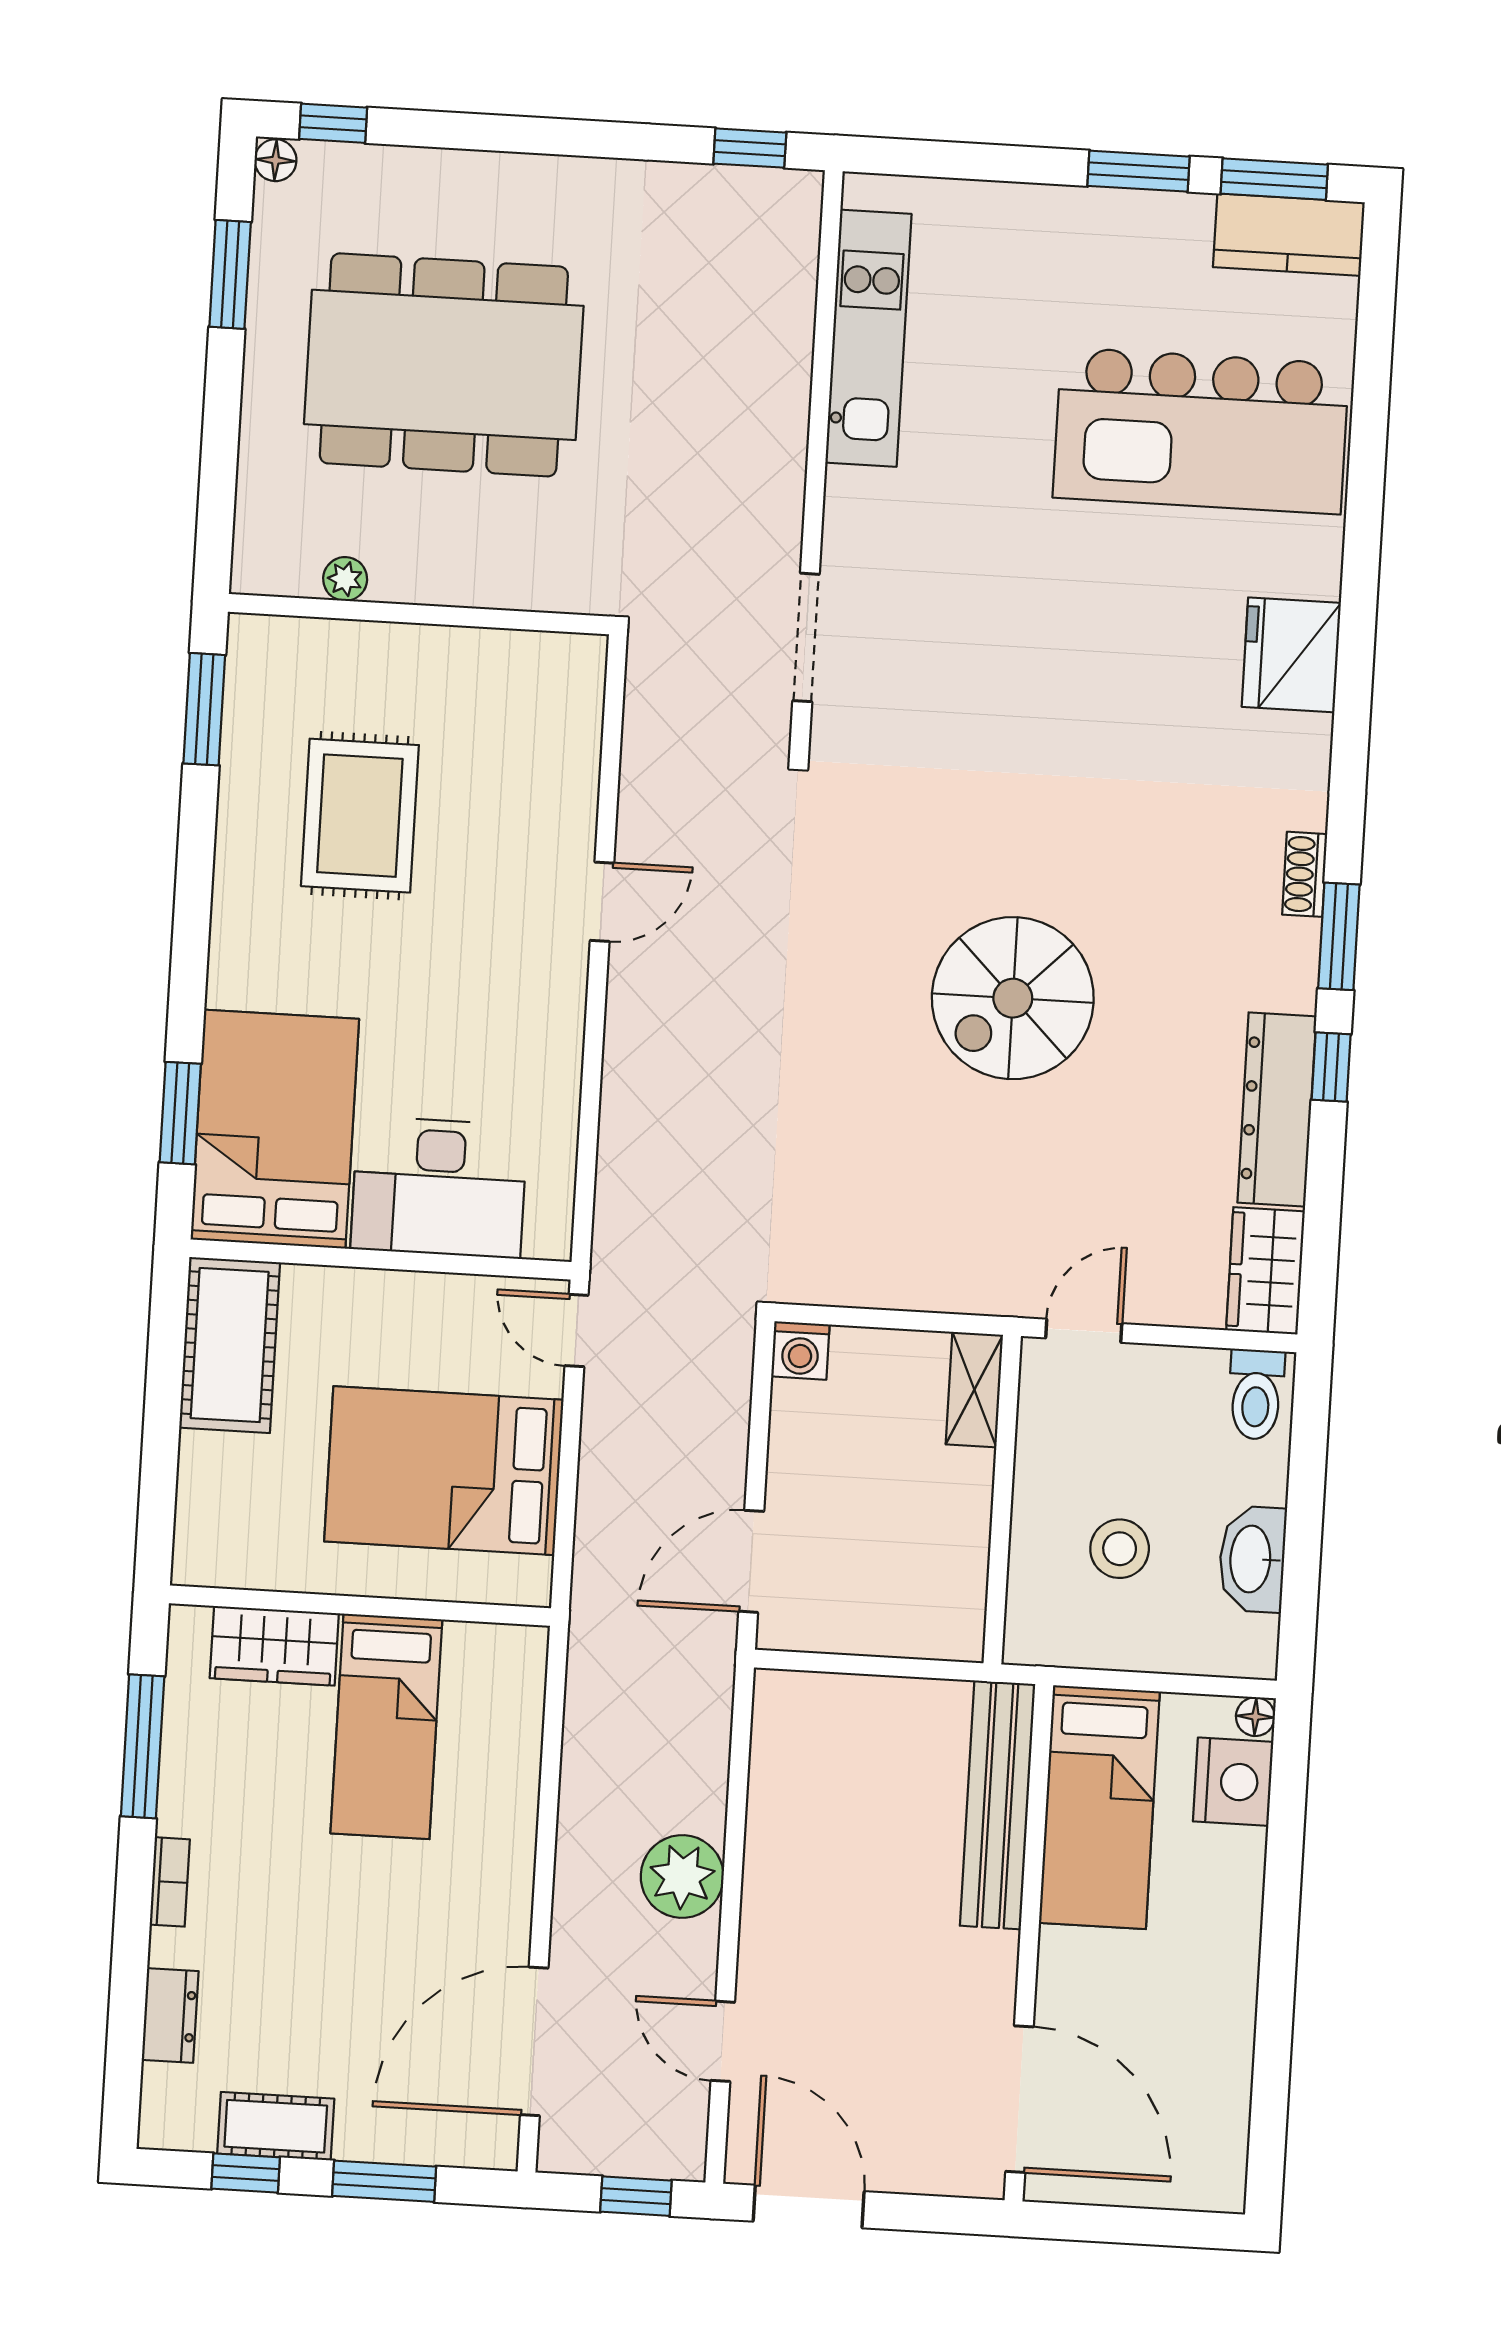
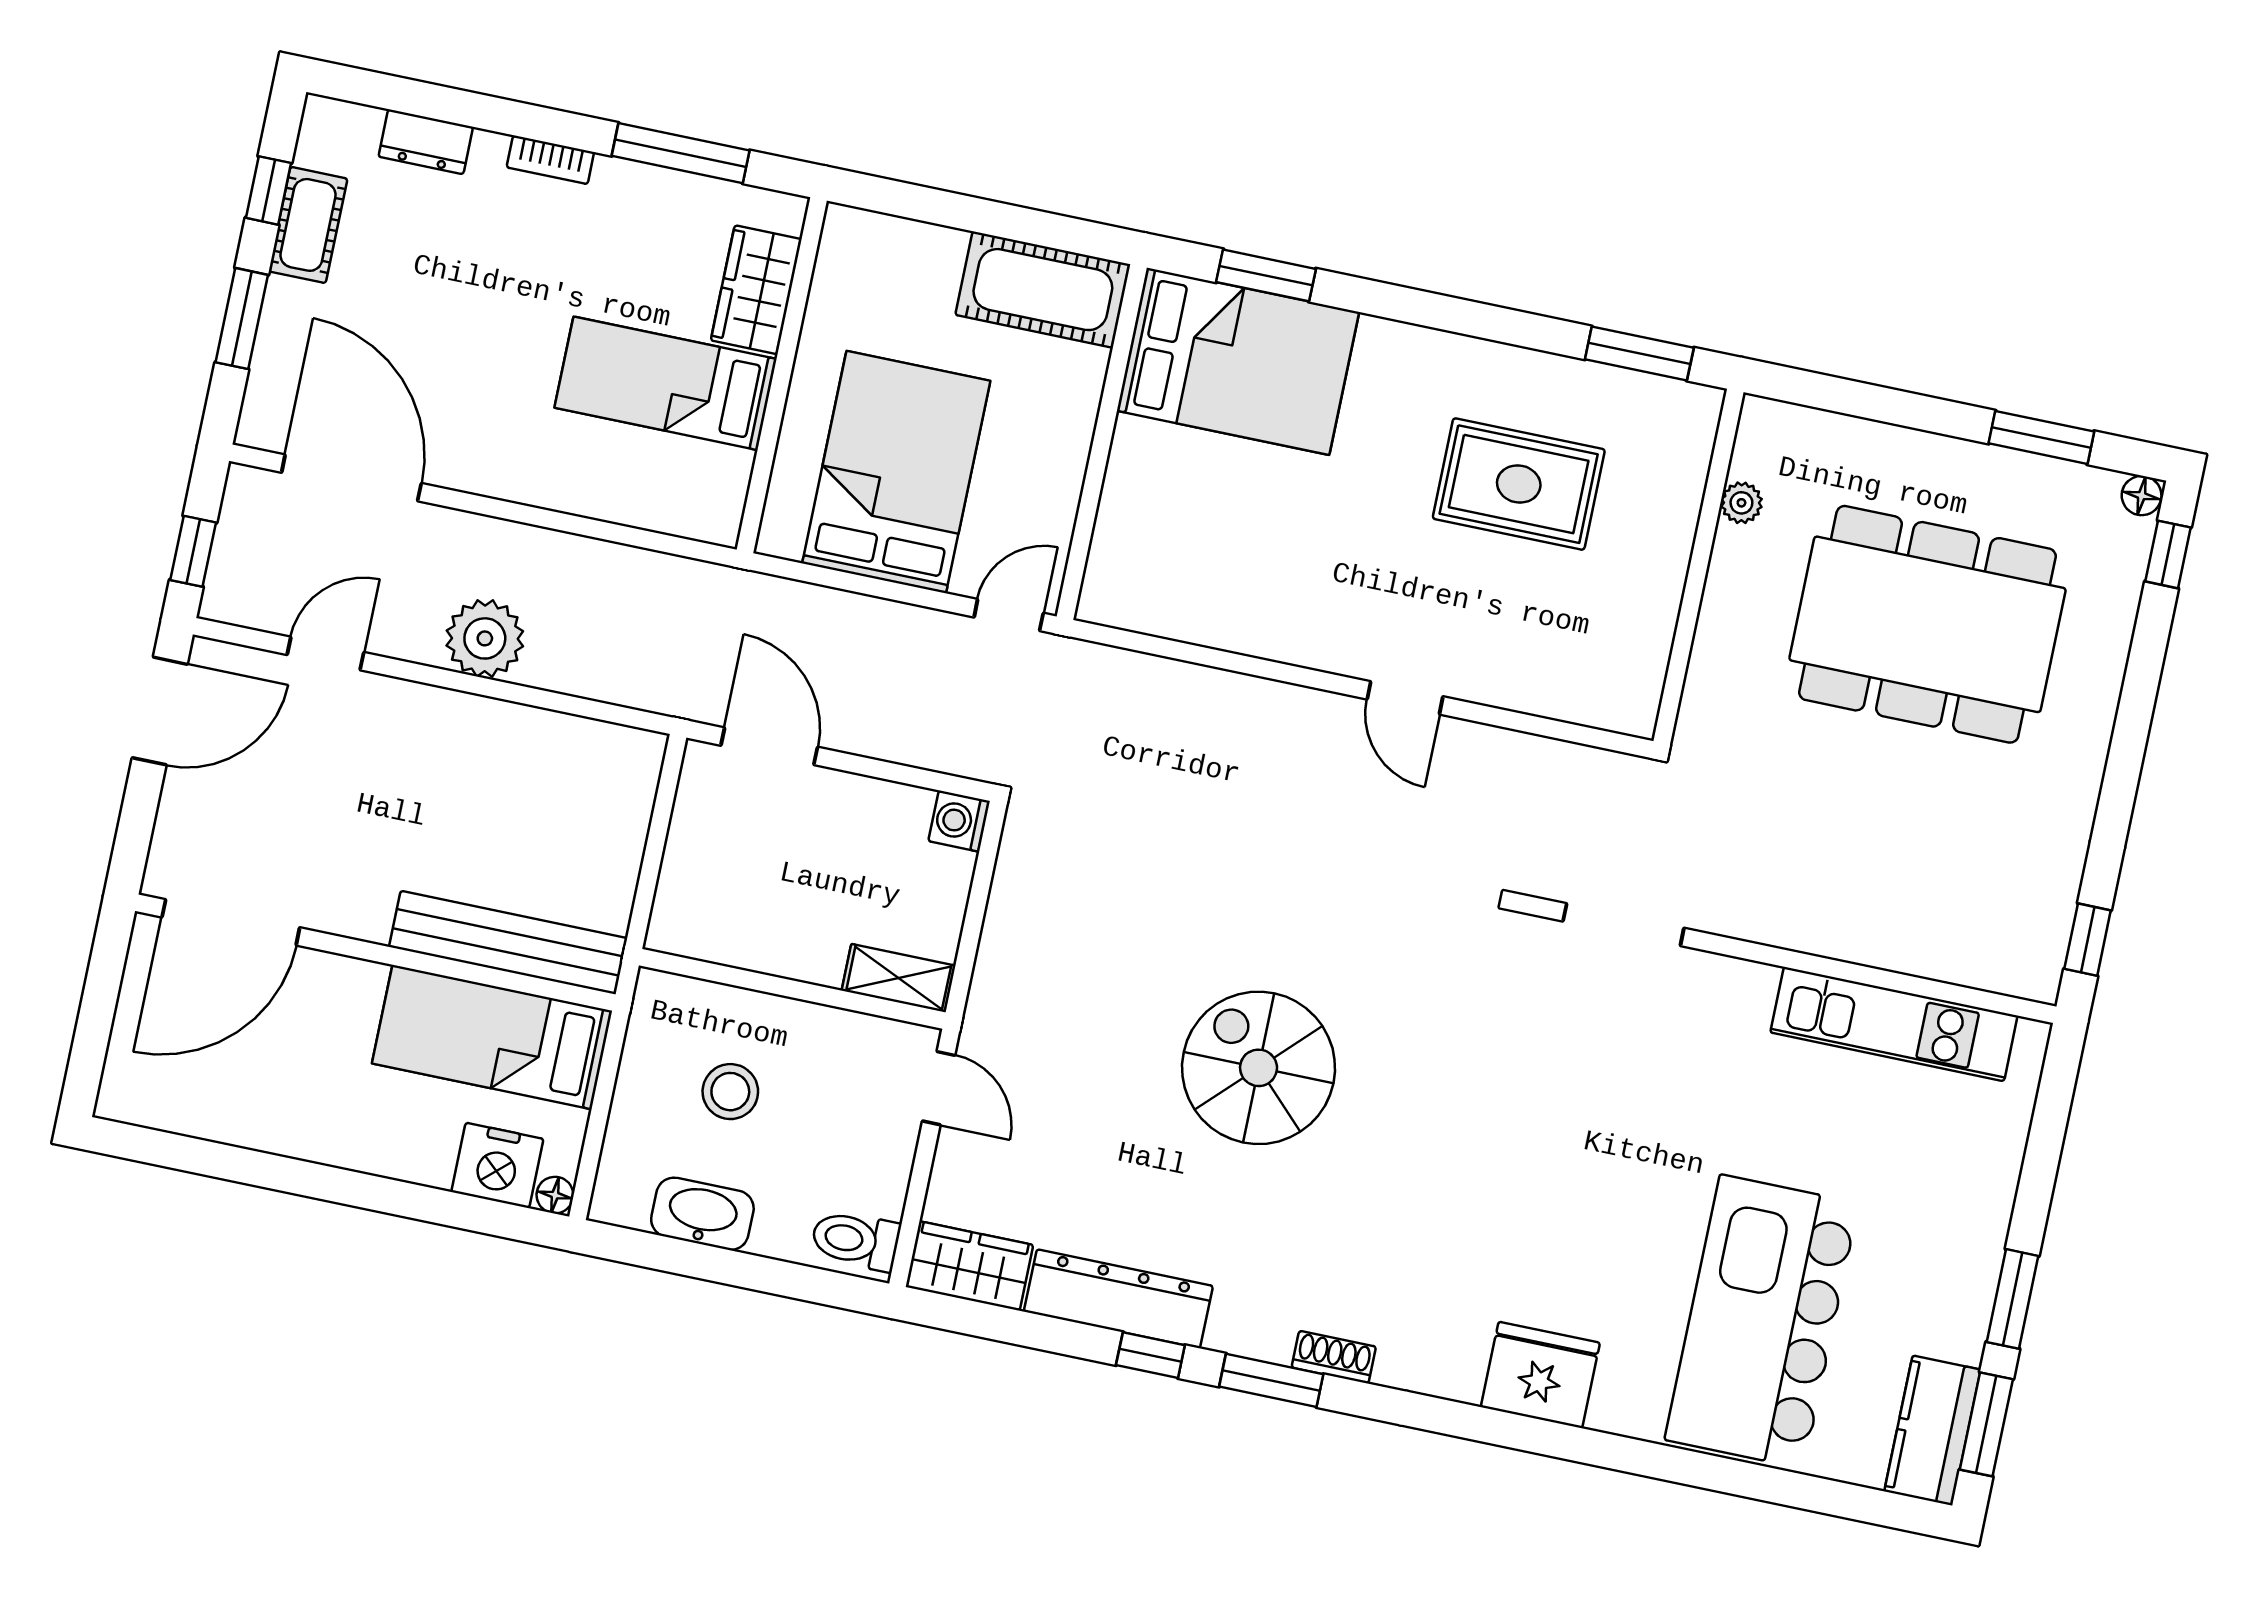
dining table: (444, 365) -> (1927, 624), turned 90
desk: (439, 1187) -> (1161, 507), removed

